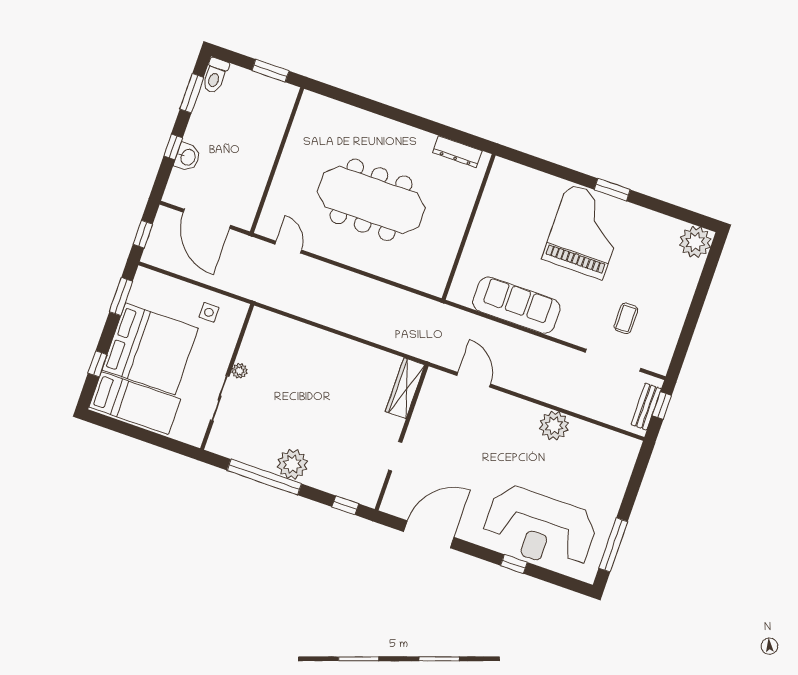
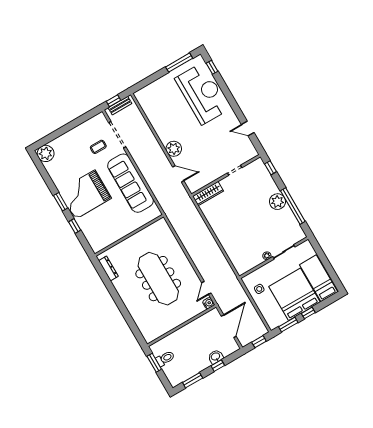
toilet: (215, 76) -> (165, 358), moved
window: (561, 172) -> (75, 226), added
water cooler: (266, 227) -> (208, 303), added
sofa: (516, 305) -> (131, 183), width x1.36, depth x1.27
window: (98, 364) -> (308, 313), moved
door: (474, 380) -> (178, 174), swing flipped
plant: (554, 426) -> (174, 149), moved
door: (429, 534) -> (248, 129), width x0.53
window: (514, 564) -> (212, 67), moved

